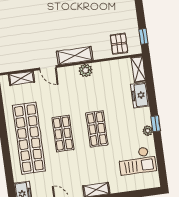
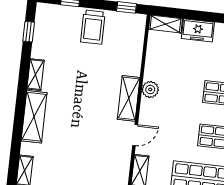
trolley: (122, 15) -> (93, 27), added
pallet: (119, 44) -> (128, 40), removed

